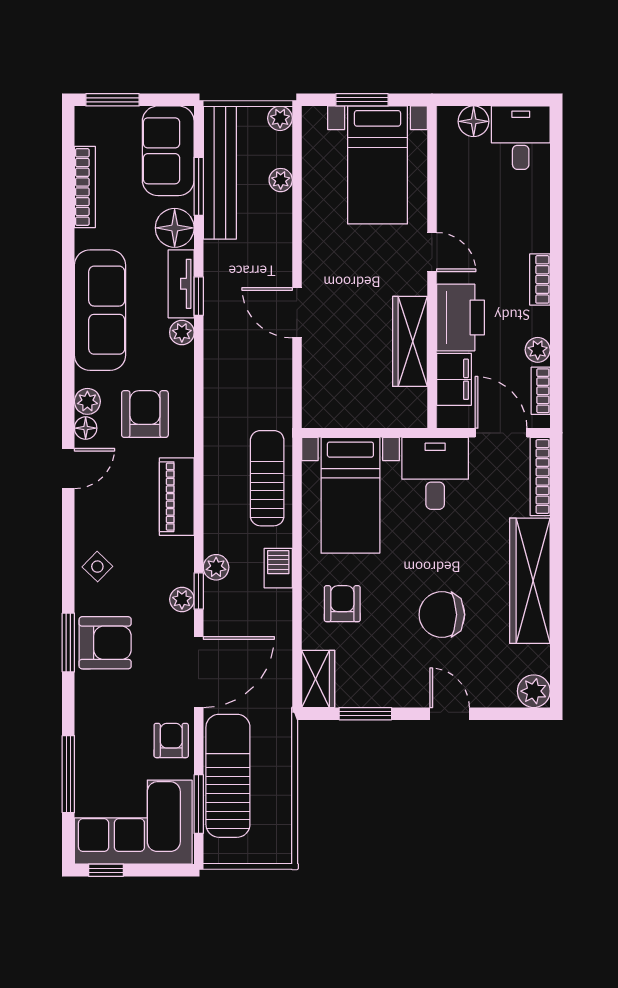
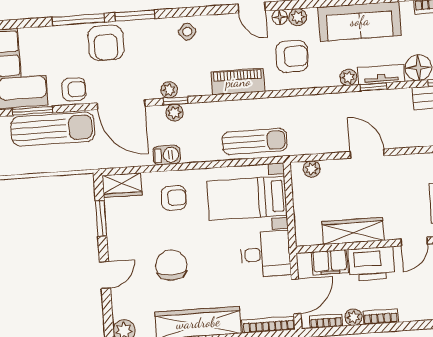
bookcase: (540, 279) -> (381, 317), moved
door: (297, 313) -> (367, 154), hinge flipped
plant: (314, 396) -> (312, 169), added
plant: (216, 567) -> (174, 113), moved
barbecue: (278, 568) -> (167, 155), moved
armchair: (105, 643) -> (106, 43), moved
window: (68, 774) -> (78, 20), moved

